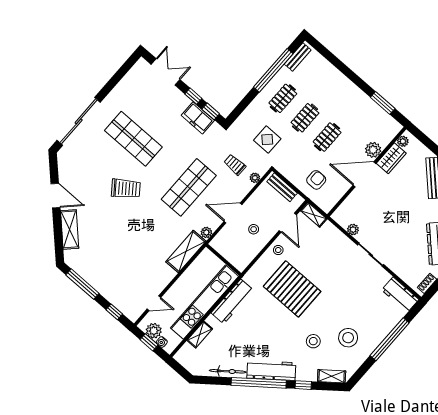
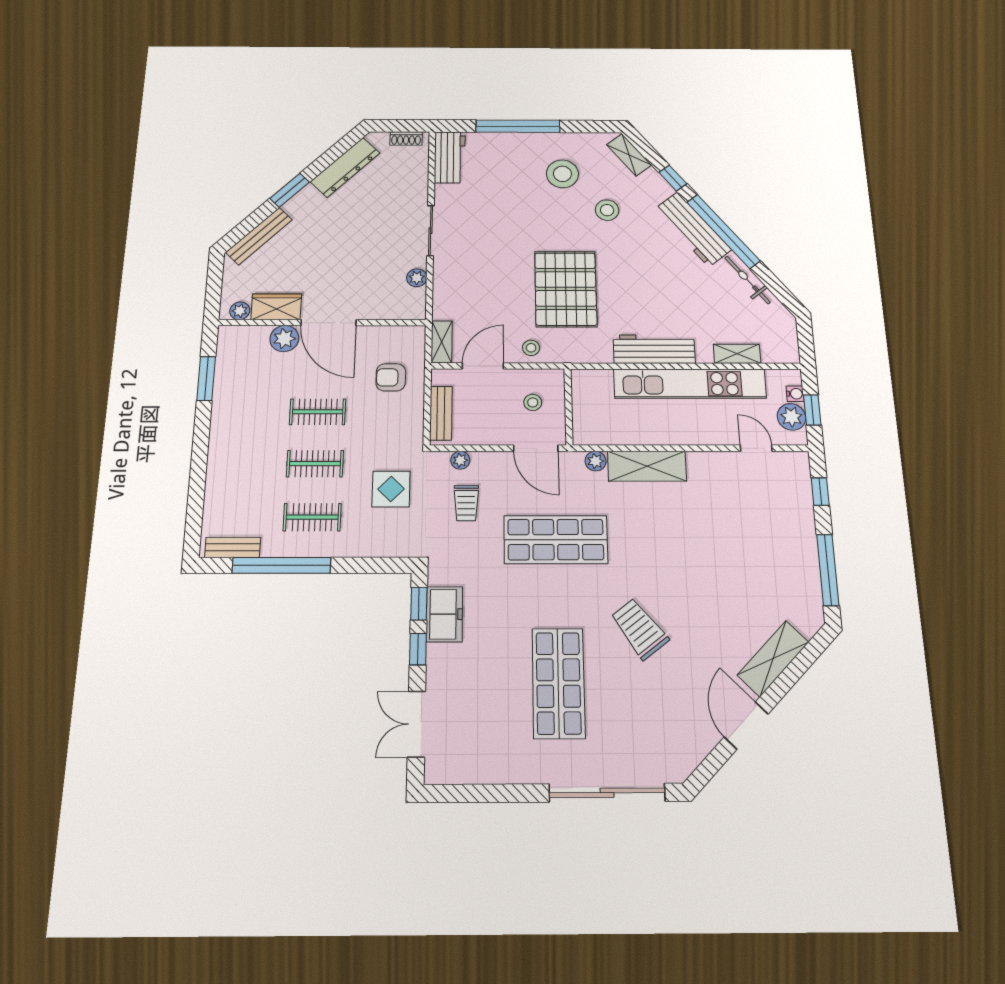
wall: (224, 260) -> (568, 407), moved

